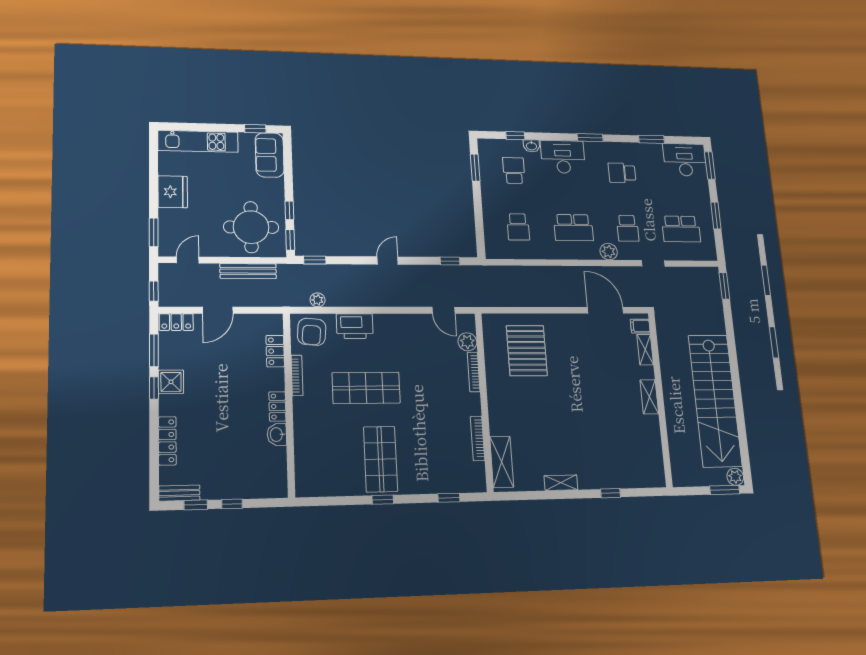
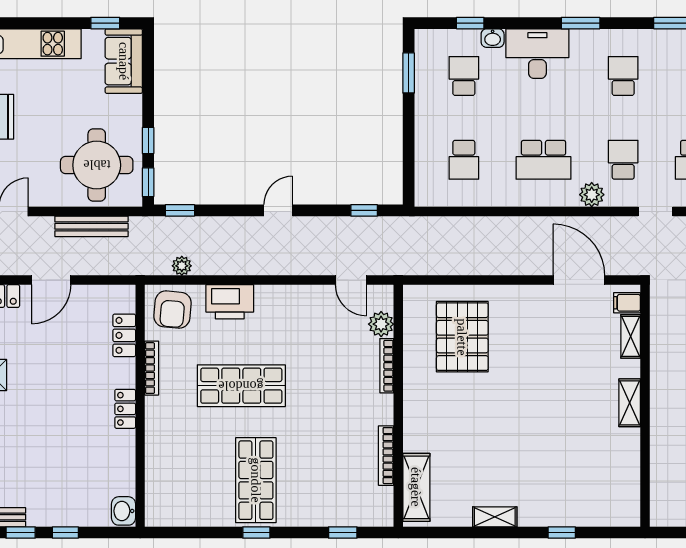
school desk: (622, 173) -> (623, 76), turned 90
school desk: (628, 228) -> (623, 160), turned 180
washbasin: (277, 435) -> (124, 511), moved

